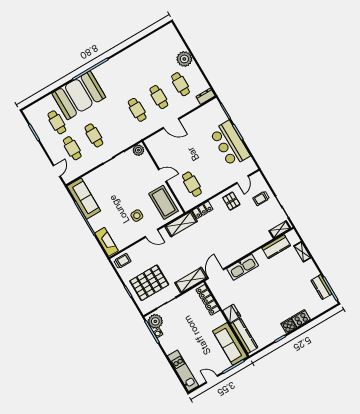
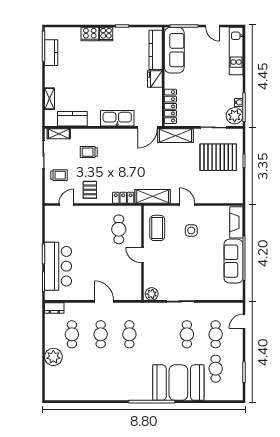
bar counter: (230, 144) -> (58, 266), moved
sofa: (84, 199) -> (233, 261), moved
coffee table: (164, 202) -> (157, 228), width x0.73, depth x0.76
trolley: (122, 261) -> (89, 152), moved

